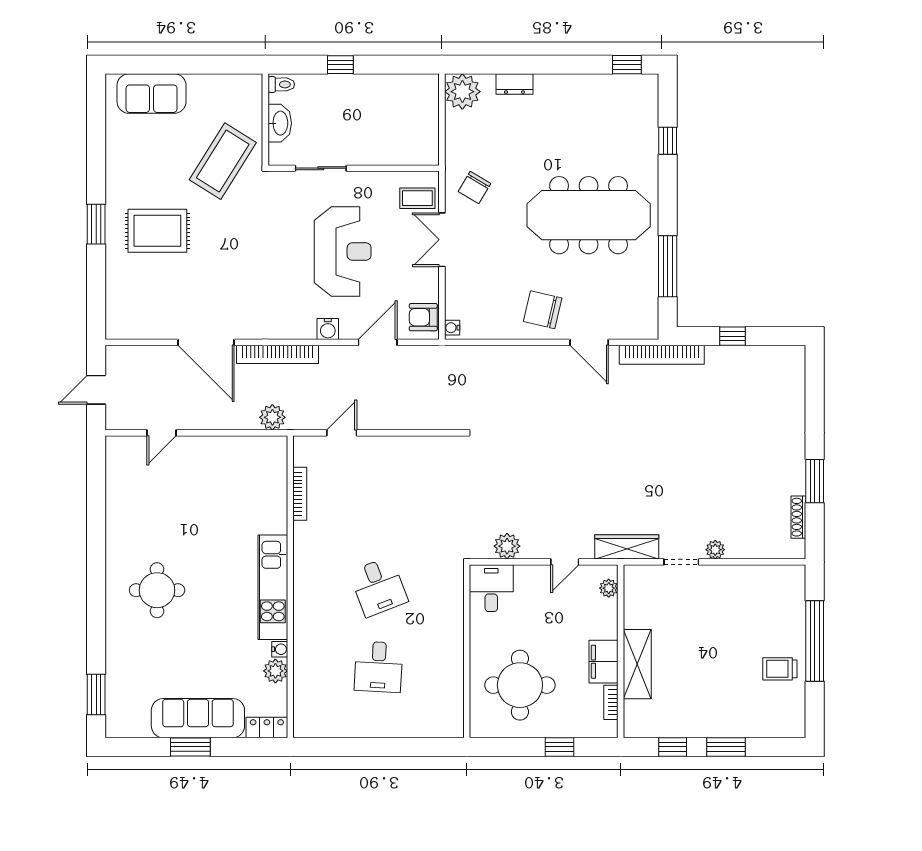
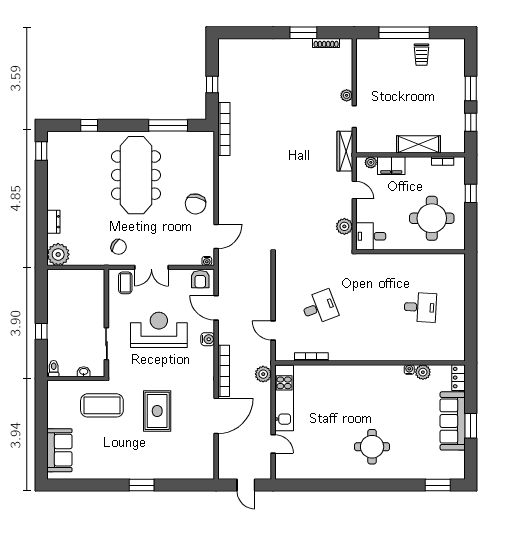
washbasin: (280, 123) -> (84, 372), width x0.52, depth x0.69
coffee table: (223, 161) -> (102, 405), turned -32
rug: (157, 231) -> (157, 411), moved
door: (589, 342) -> (216, 237), moved
kitchen unit: (273, 587) -> (284, 398), moved, turned -90
desk: (379, 587) -> (320, 307), moved
filing cabinet: (604, 662) -> (391, 166), moved

